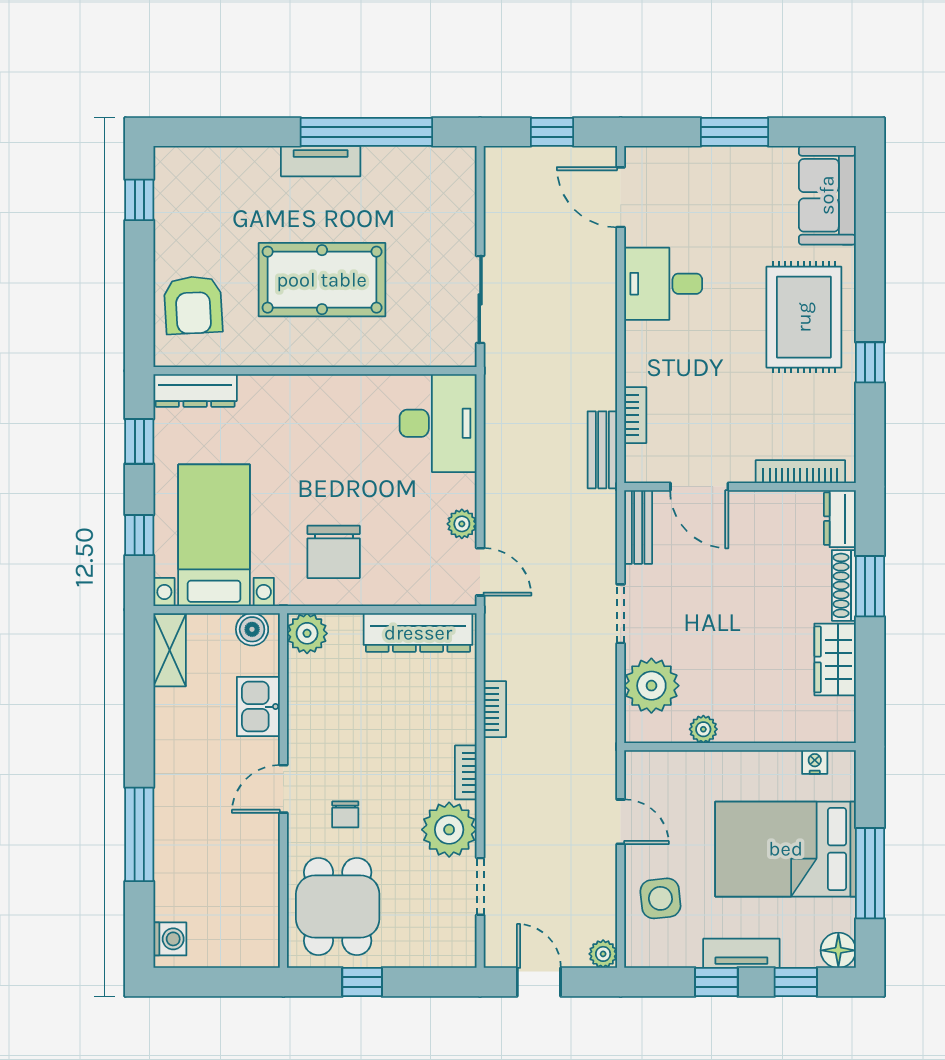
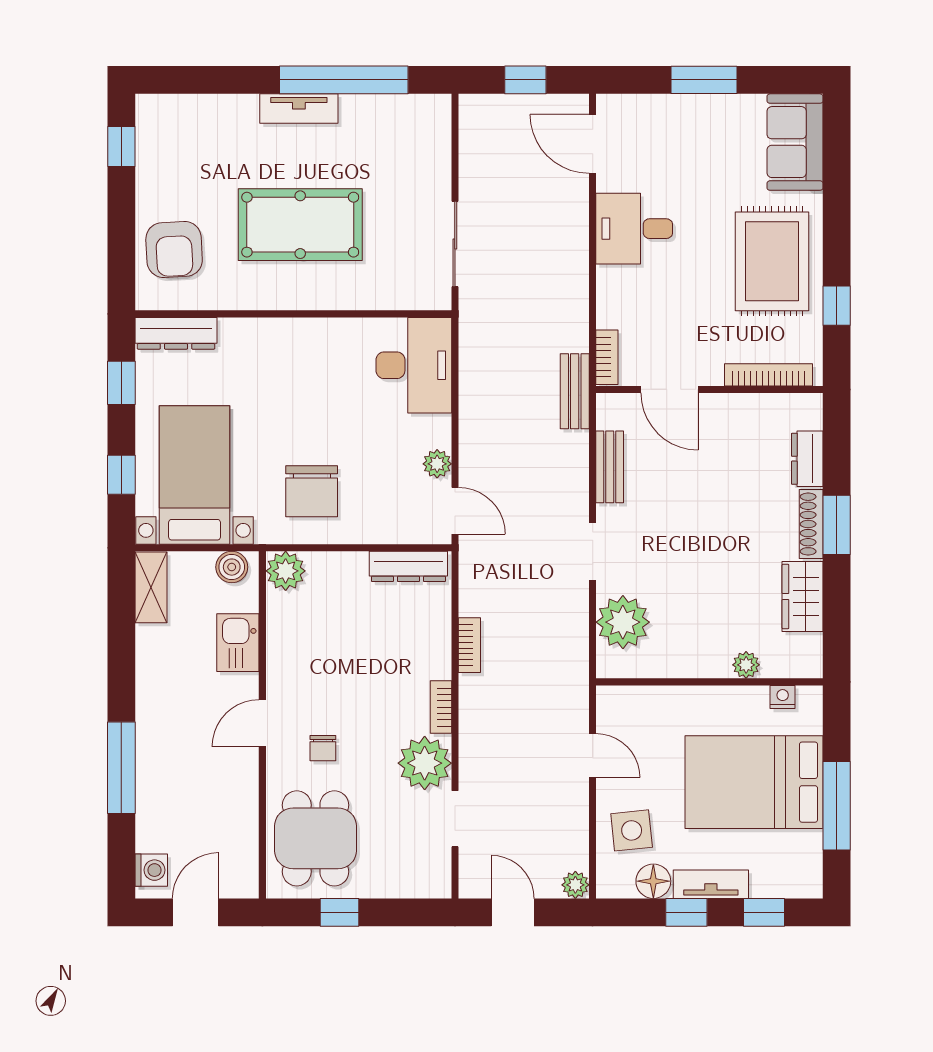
bookcase: (800, 472) -> (769, 375), moved
door: (699, 487) -> (669, 389), moved
wall: (740, 487) -> (709, 389), moved
dresser: (418, 633) -> (408, 566), width x0.73, depth x0.80
plant: (703, 729) -> (746, 665), moved
floor lamp: (838, 950) -> (653, 881), moved
door: (215, 982) -> (195, 912), added

